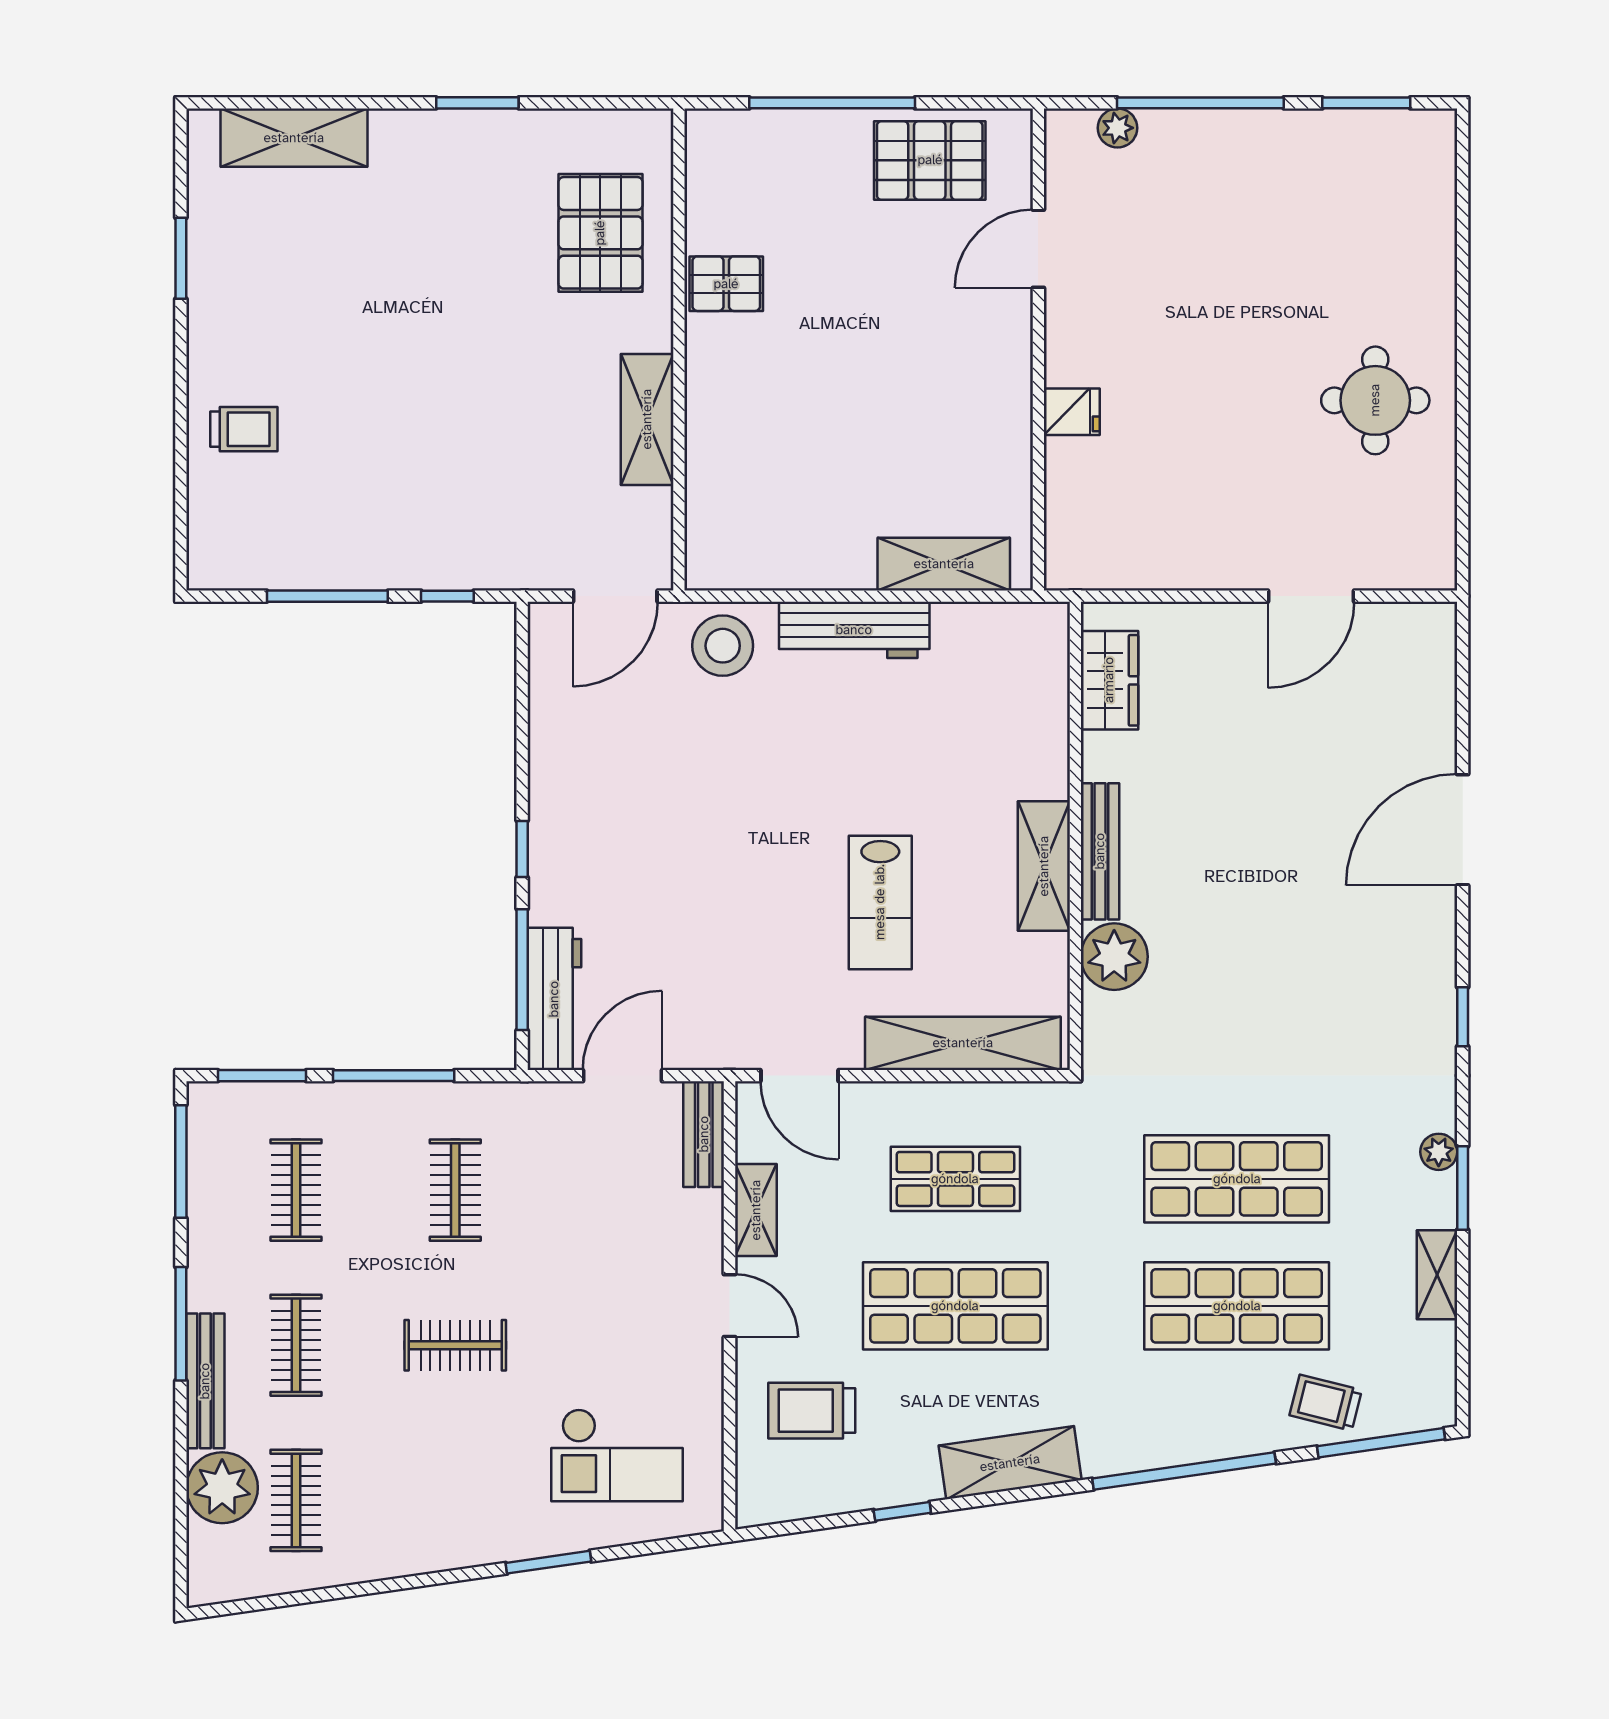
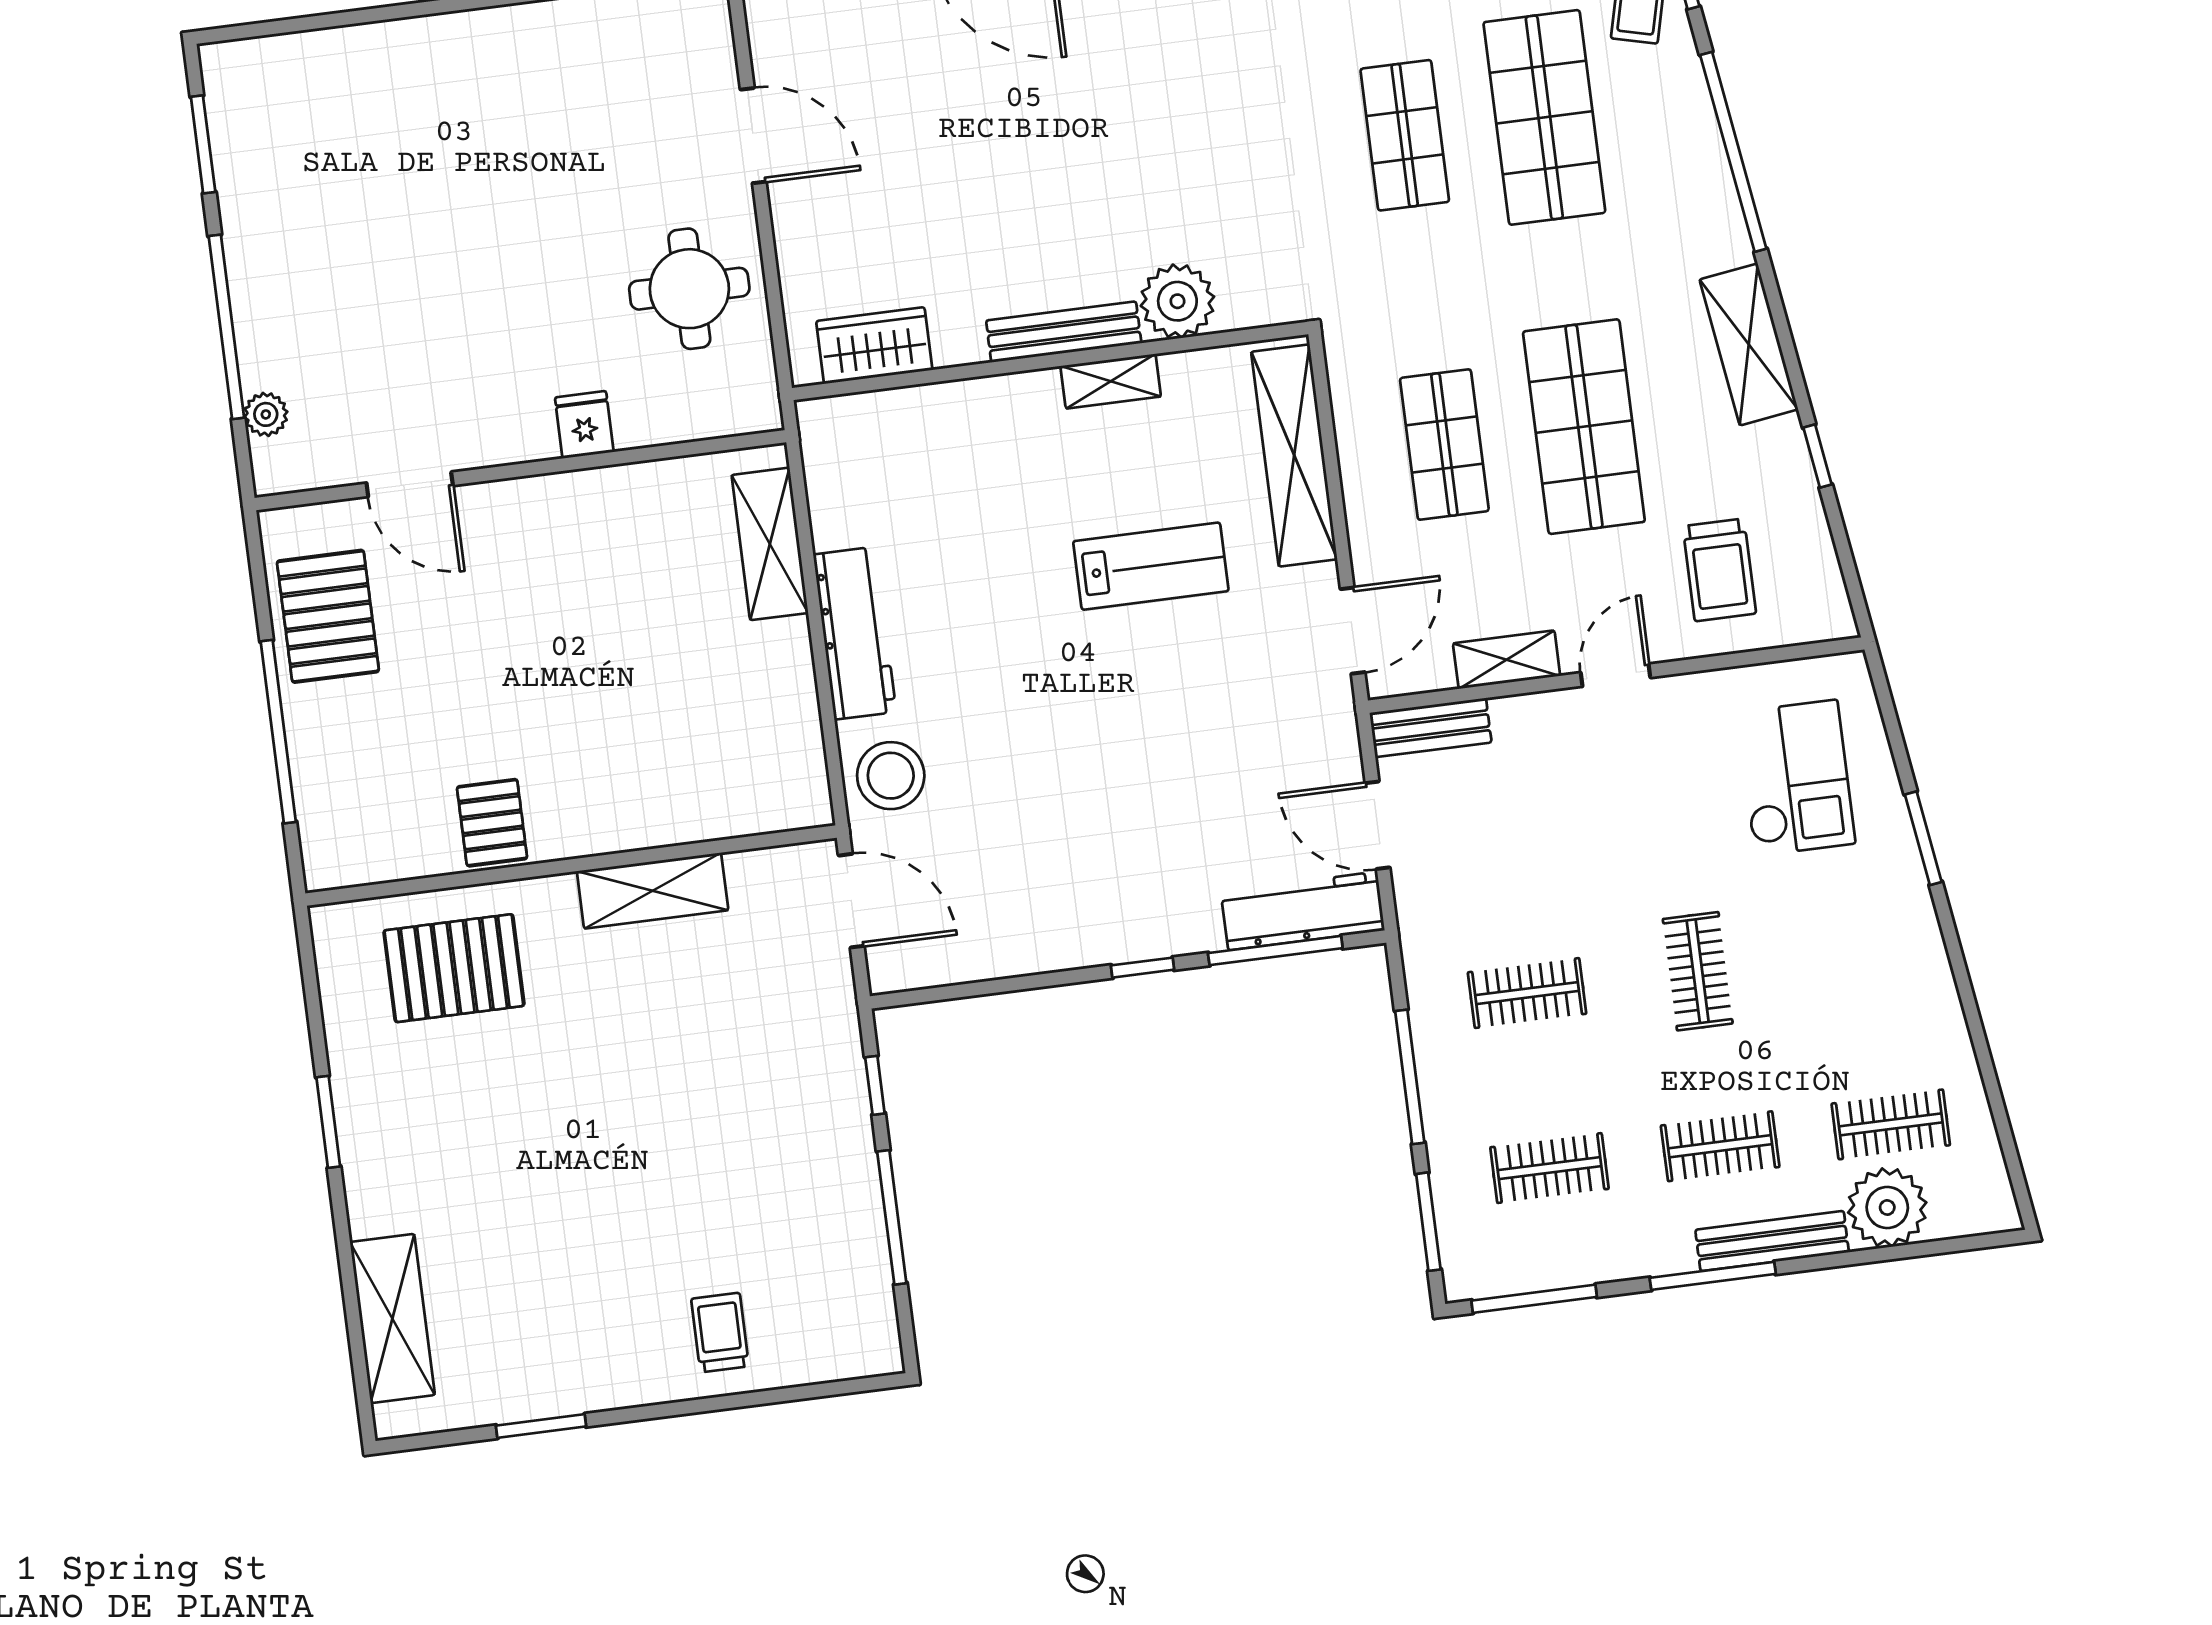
round table: (1375, 400) -> (689, 289), moved
shelving: (1044, 866) -> (1111, 381), width x0.67, depth x0.75
shop shelf: (1237, 1179) -> (1405, 135), width x0.70, depth x0.74

